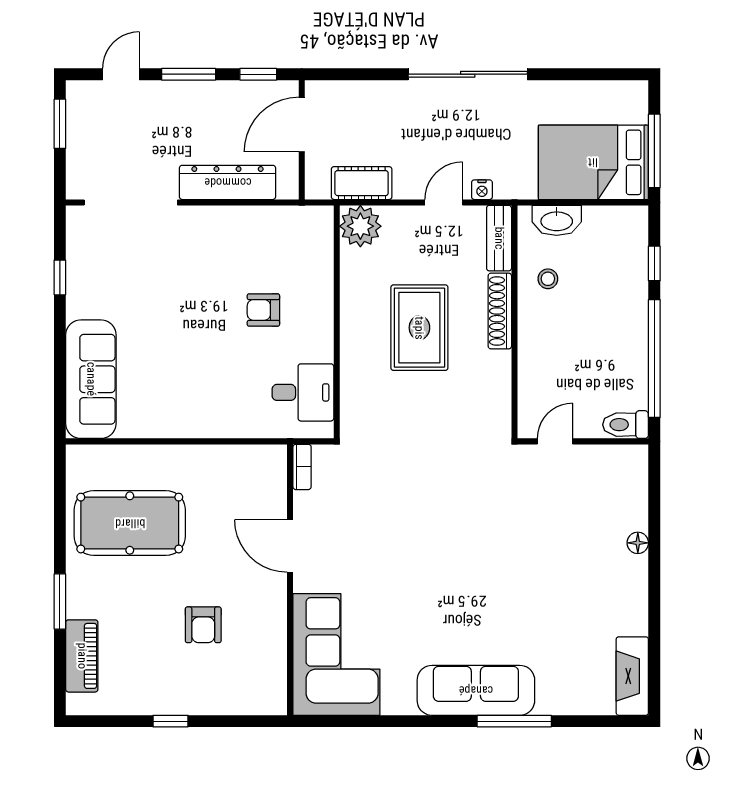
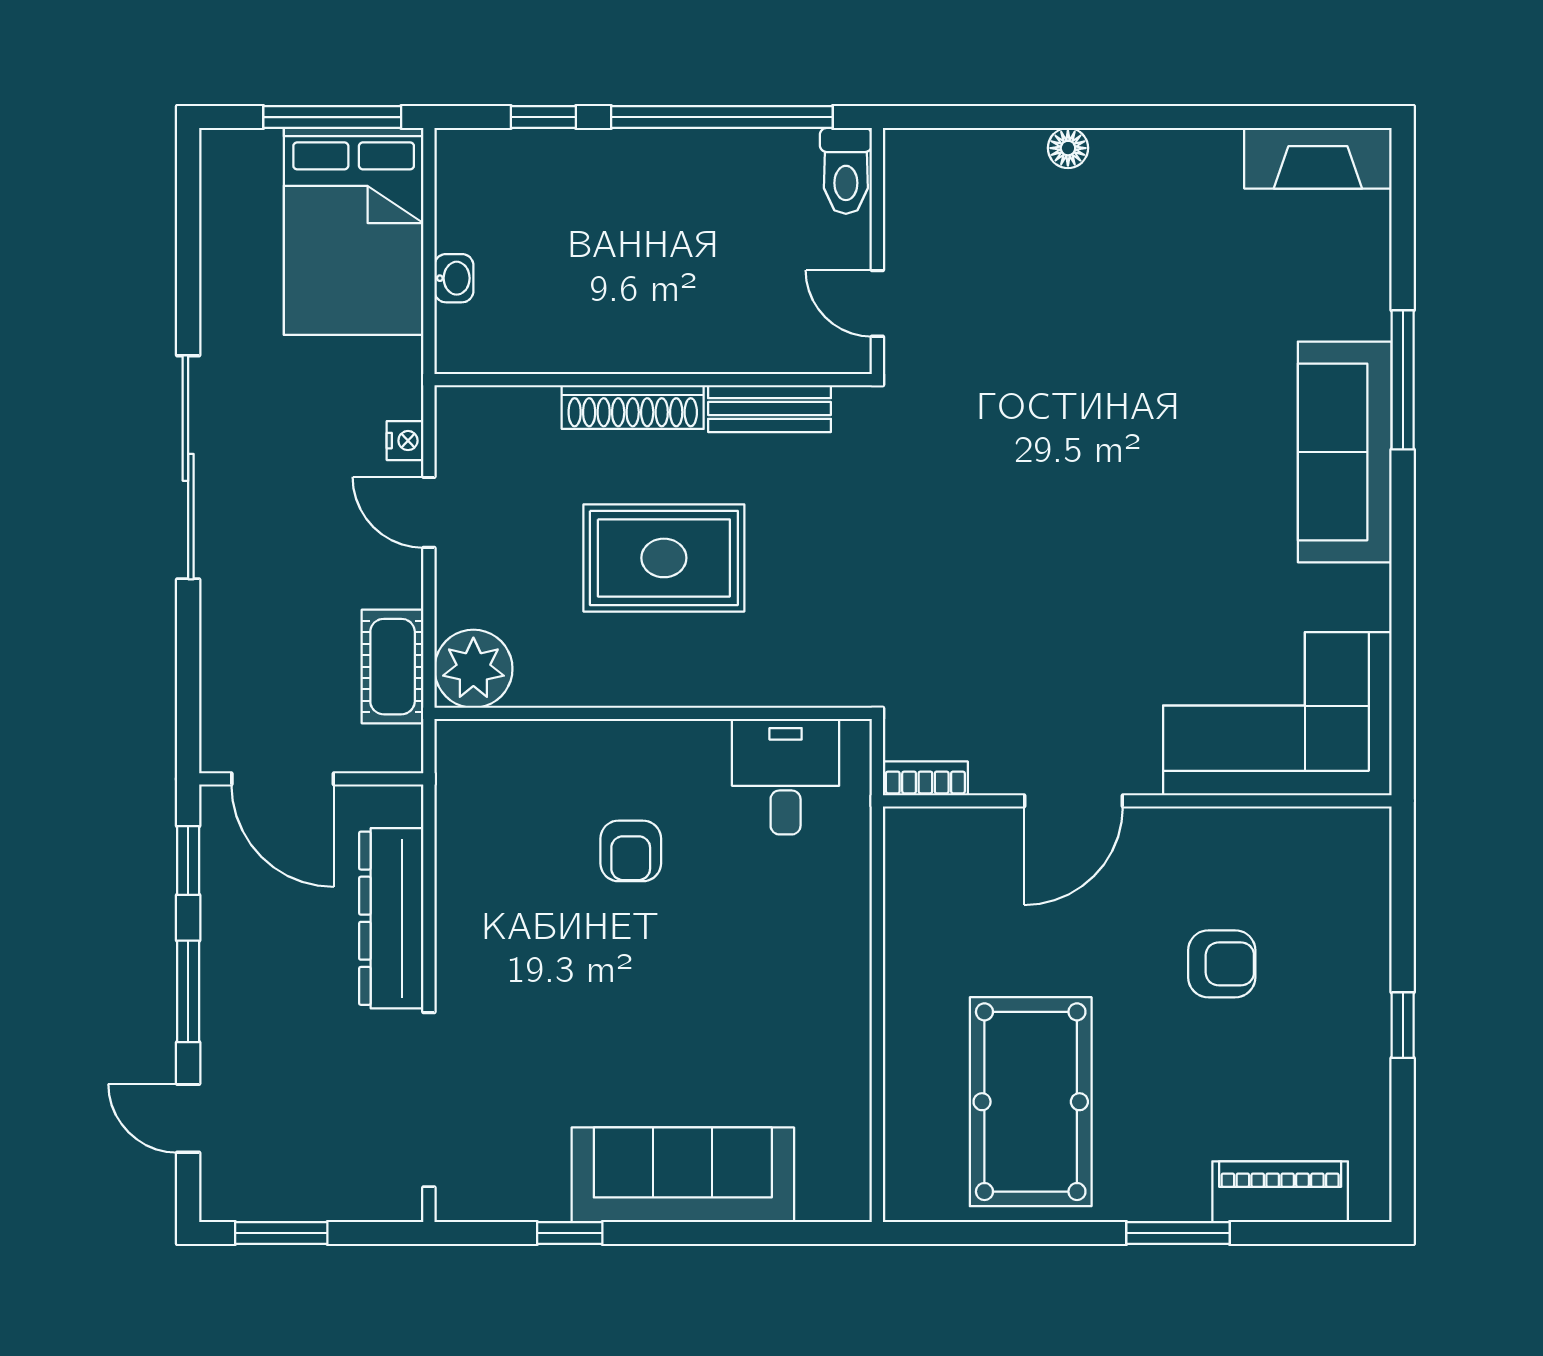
washbasin: (557, 220) -> (454, 278), width x0.52, depth x0.69
bench: (499, 238) -> (770, 409), moved
stool: (548, 279) -> (572, 317), removed
sofa: (91, 379) -> (683, 1175), moved

